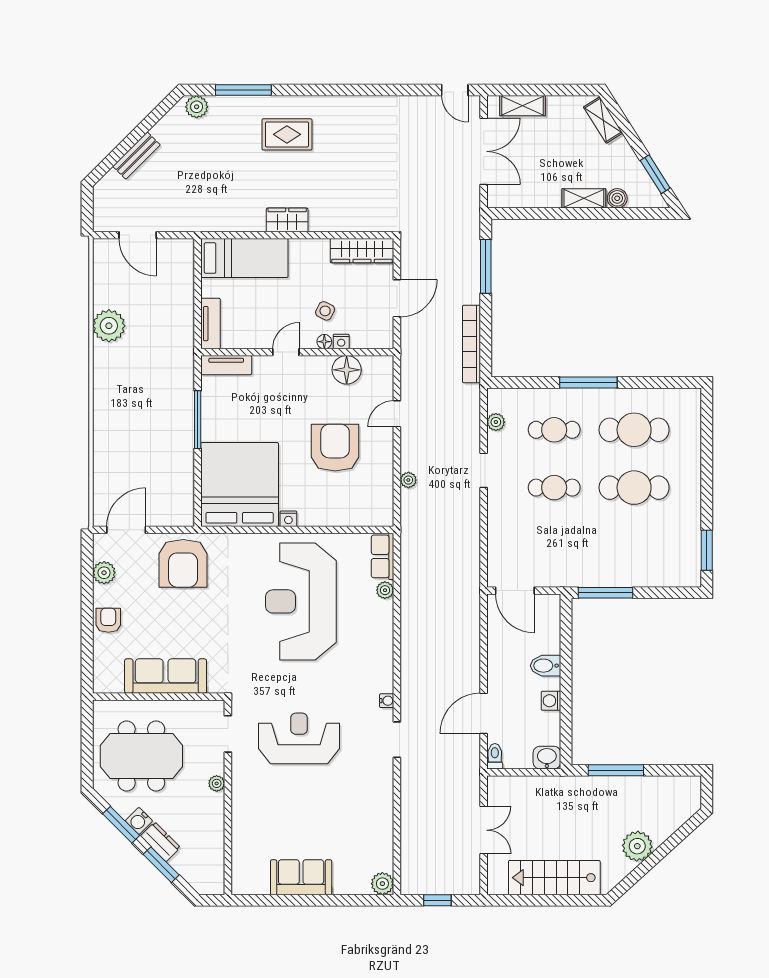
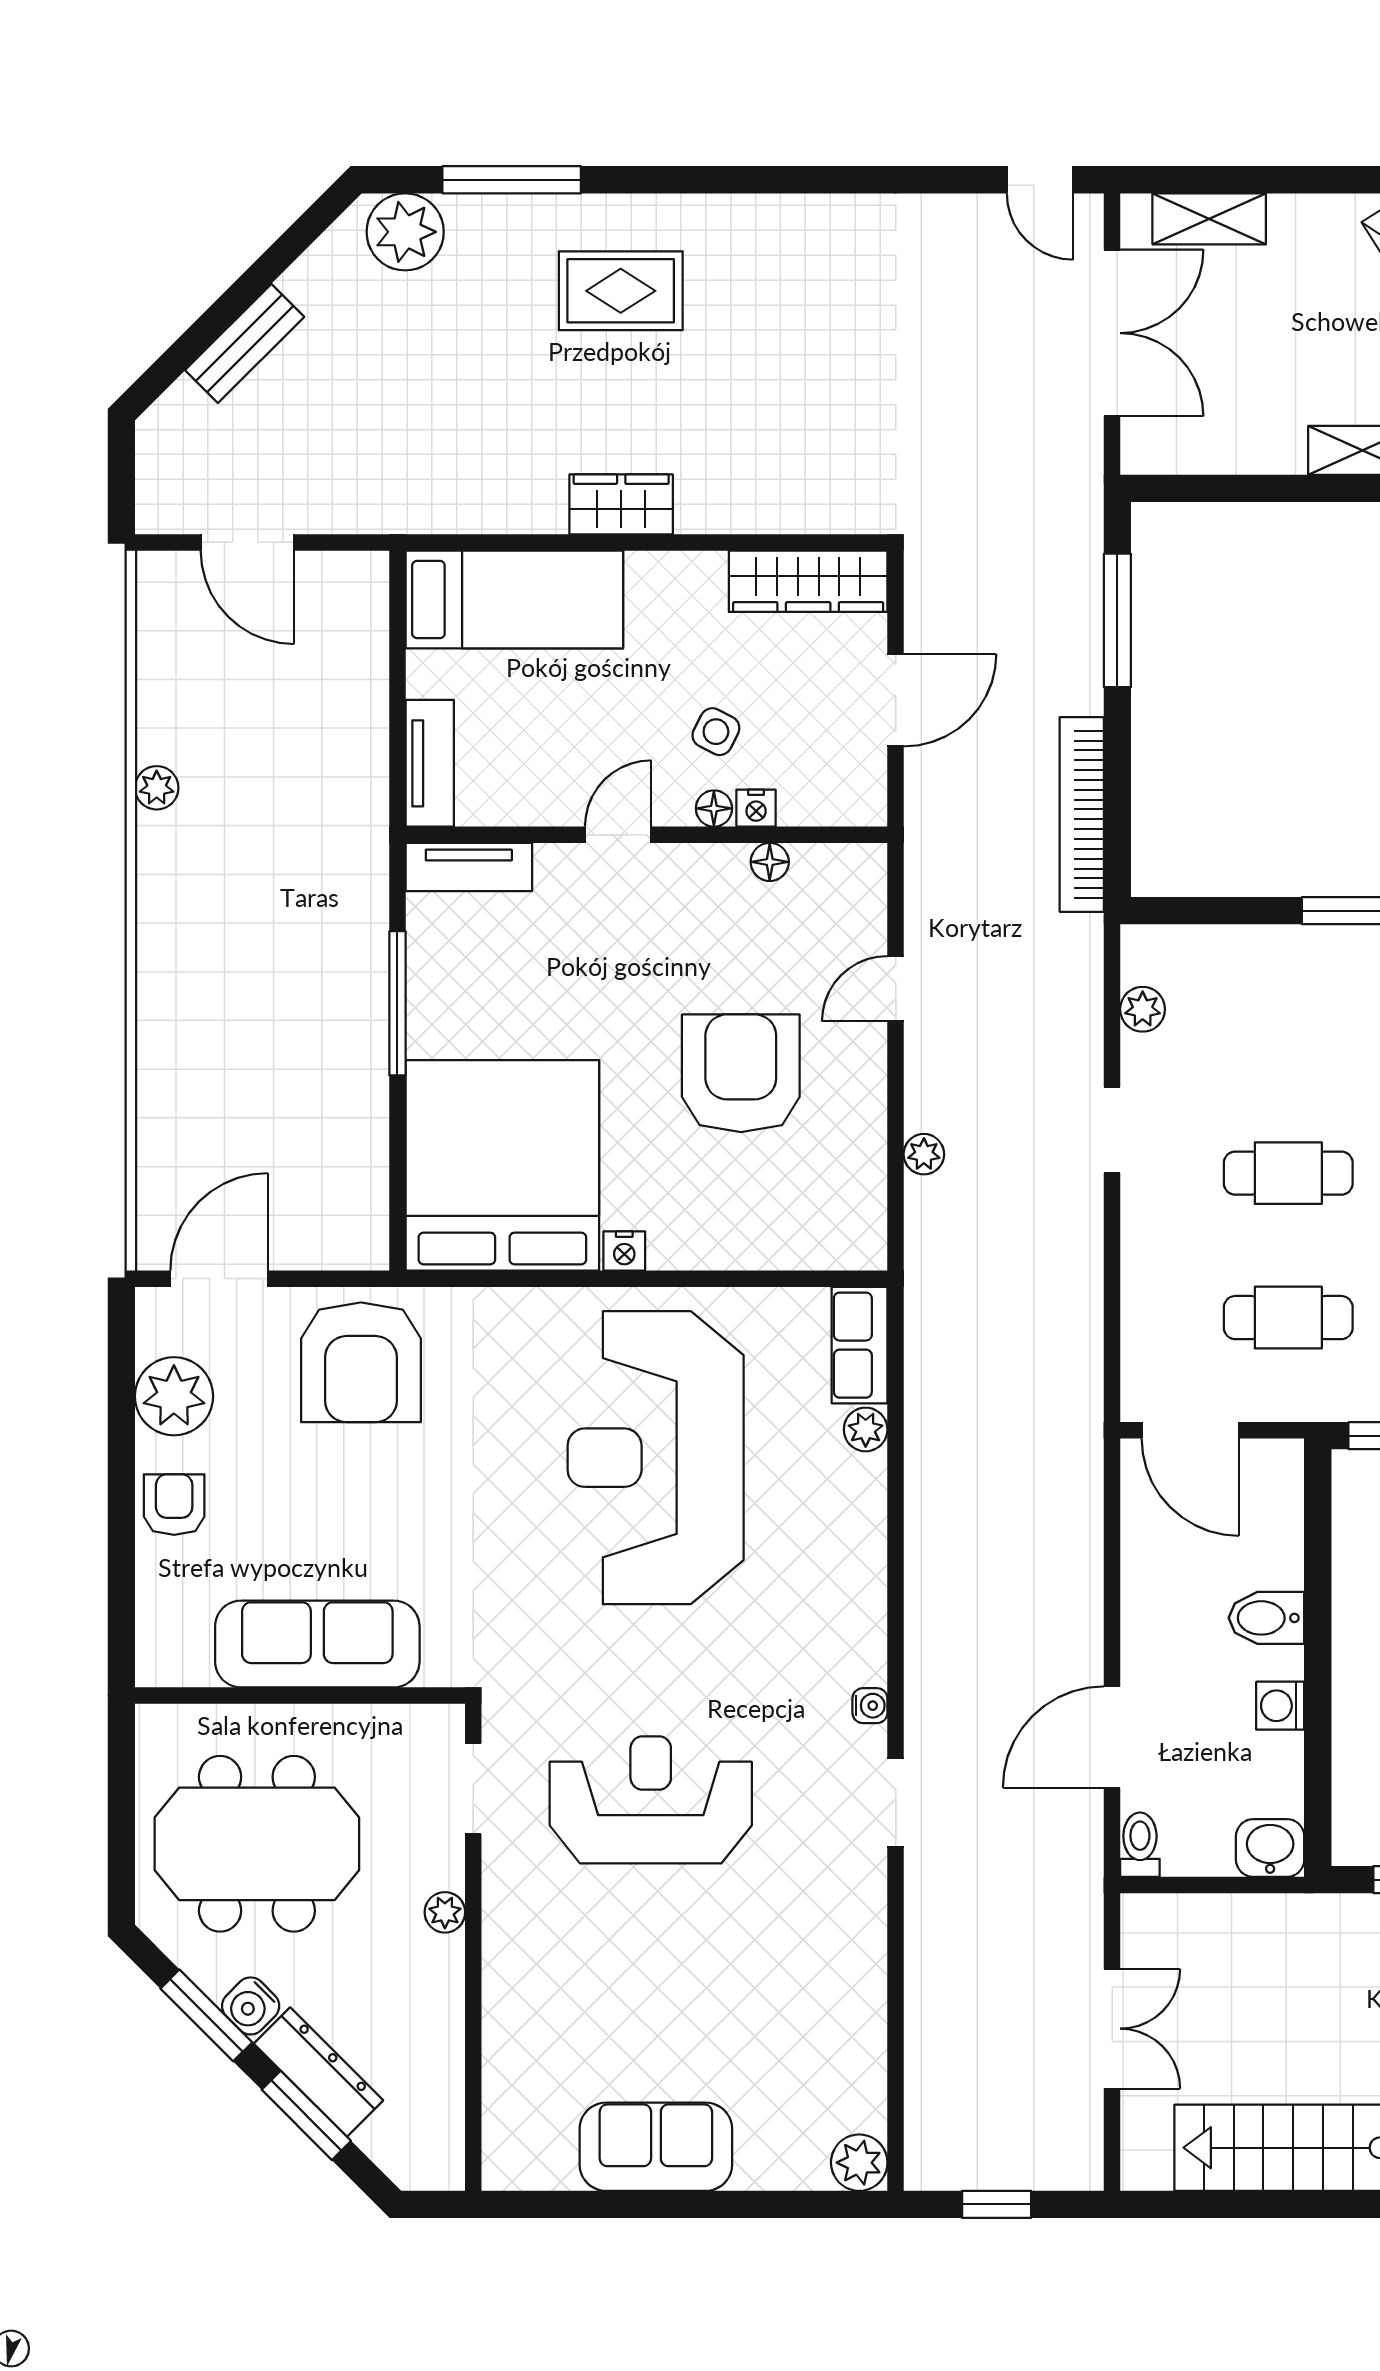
plant: (197, 107) -> (405, 232), width x1.36, depth x1.36
plant: (109, 326) -> (157, 788), width x0.53, depth x0.53
floor lamp: (347, 370) -> (770, 862), width x0.53, depth x0.53
cafe table: (554, 430) -> (1288, 1318), moved
plant: (104, 573) -> (174, 1396), width x1.36, depth x1.36
dresser: (160, 842) -> (318, 2072), width x1.44

